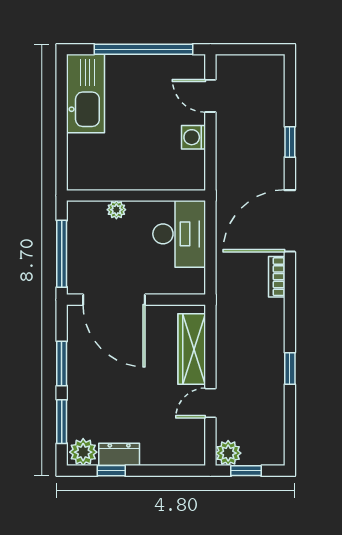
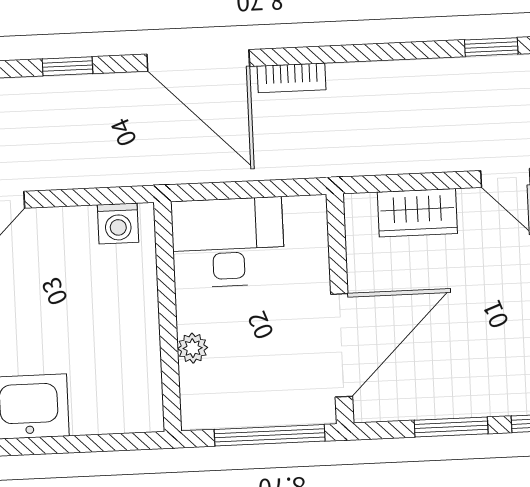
washing machine: (194, 137) -> (118, 223), moved
wardrobe: (192, 349) -> (417, 213), width x0.67
window: (290, 368) -> (491, 47), moved

